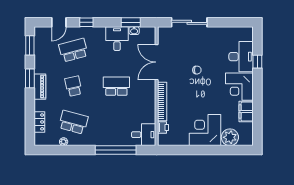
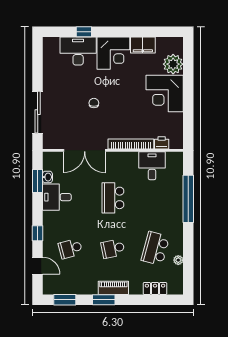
school desk: (73, 50) -> (70, 249), width x0.54
desk: (144, 135) -> (152, 166), moved

